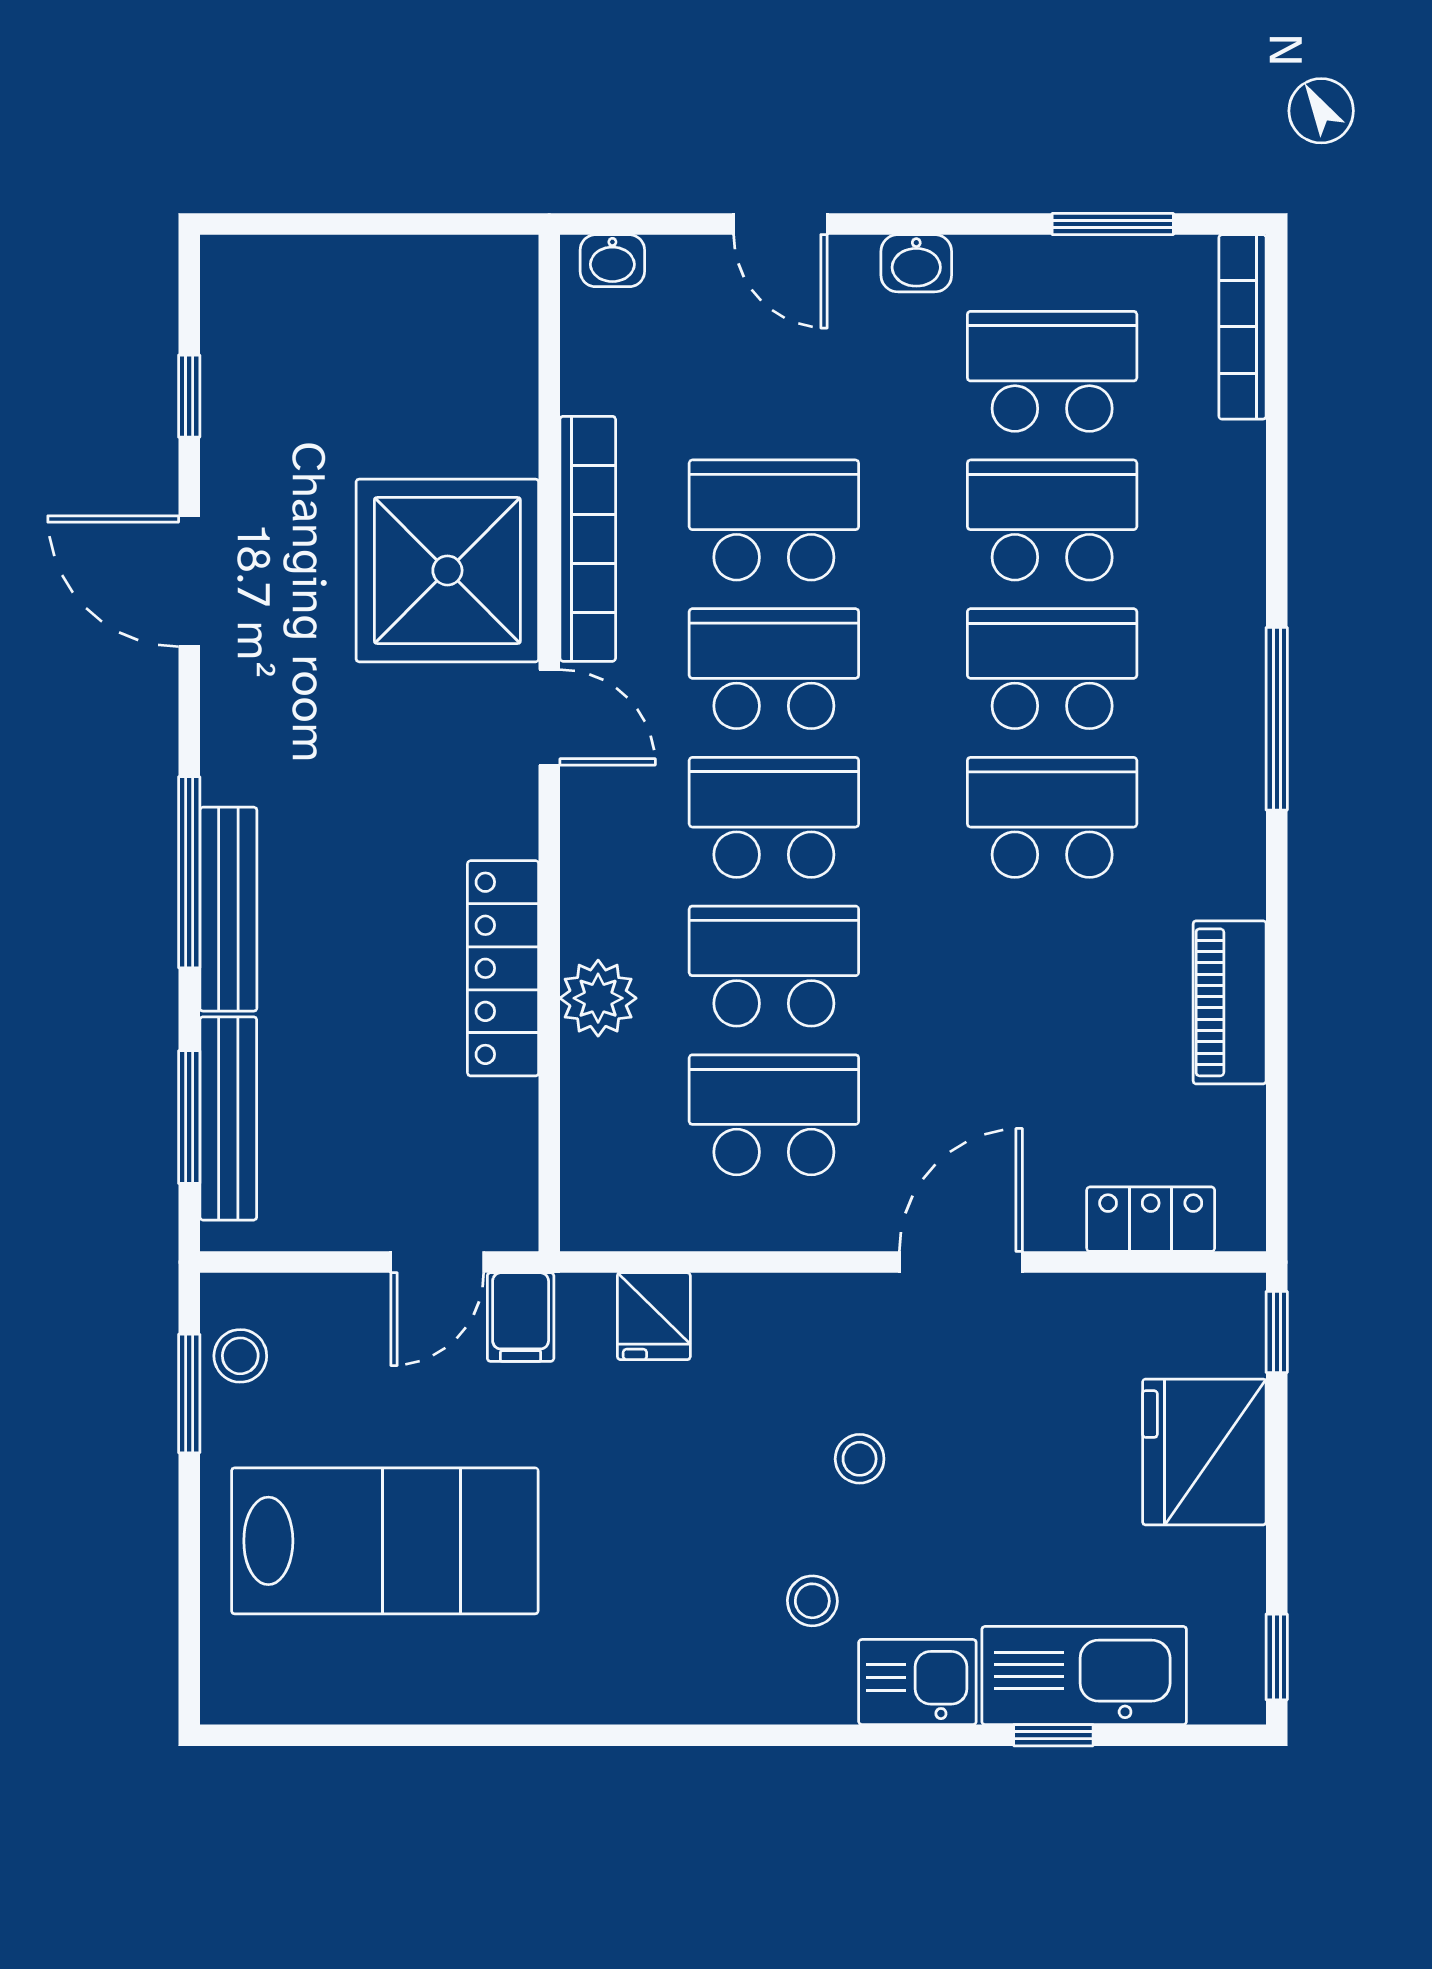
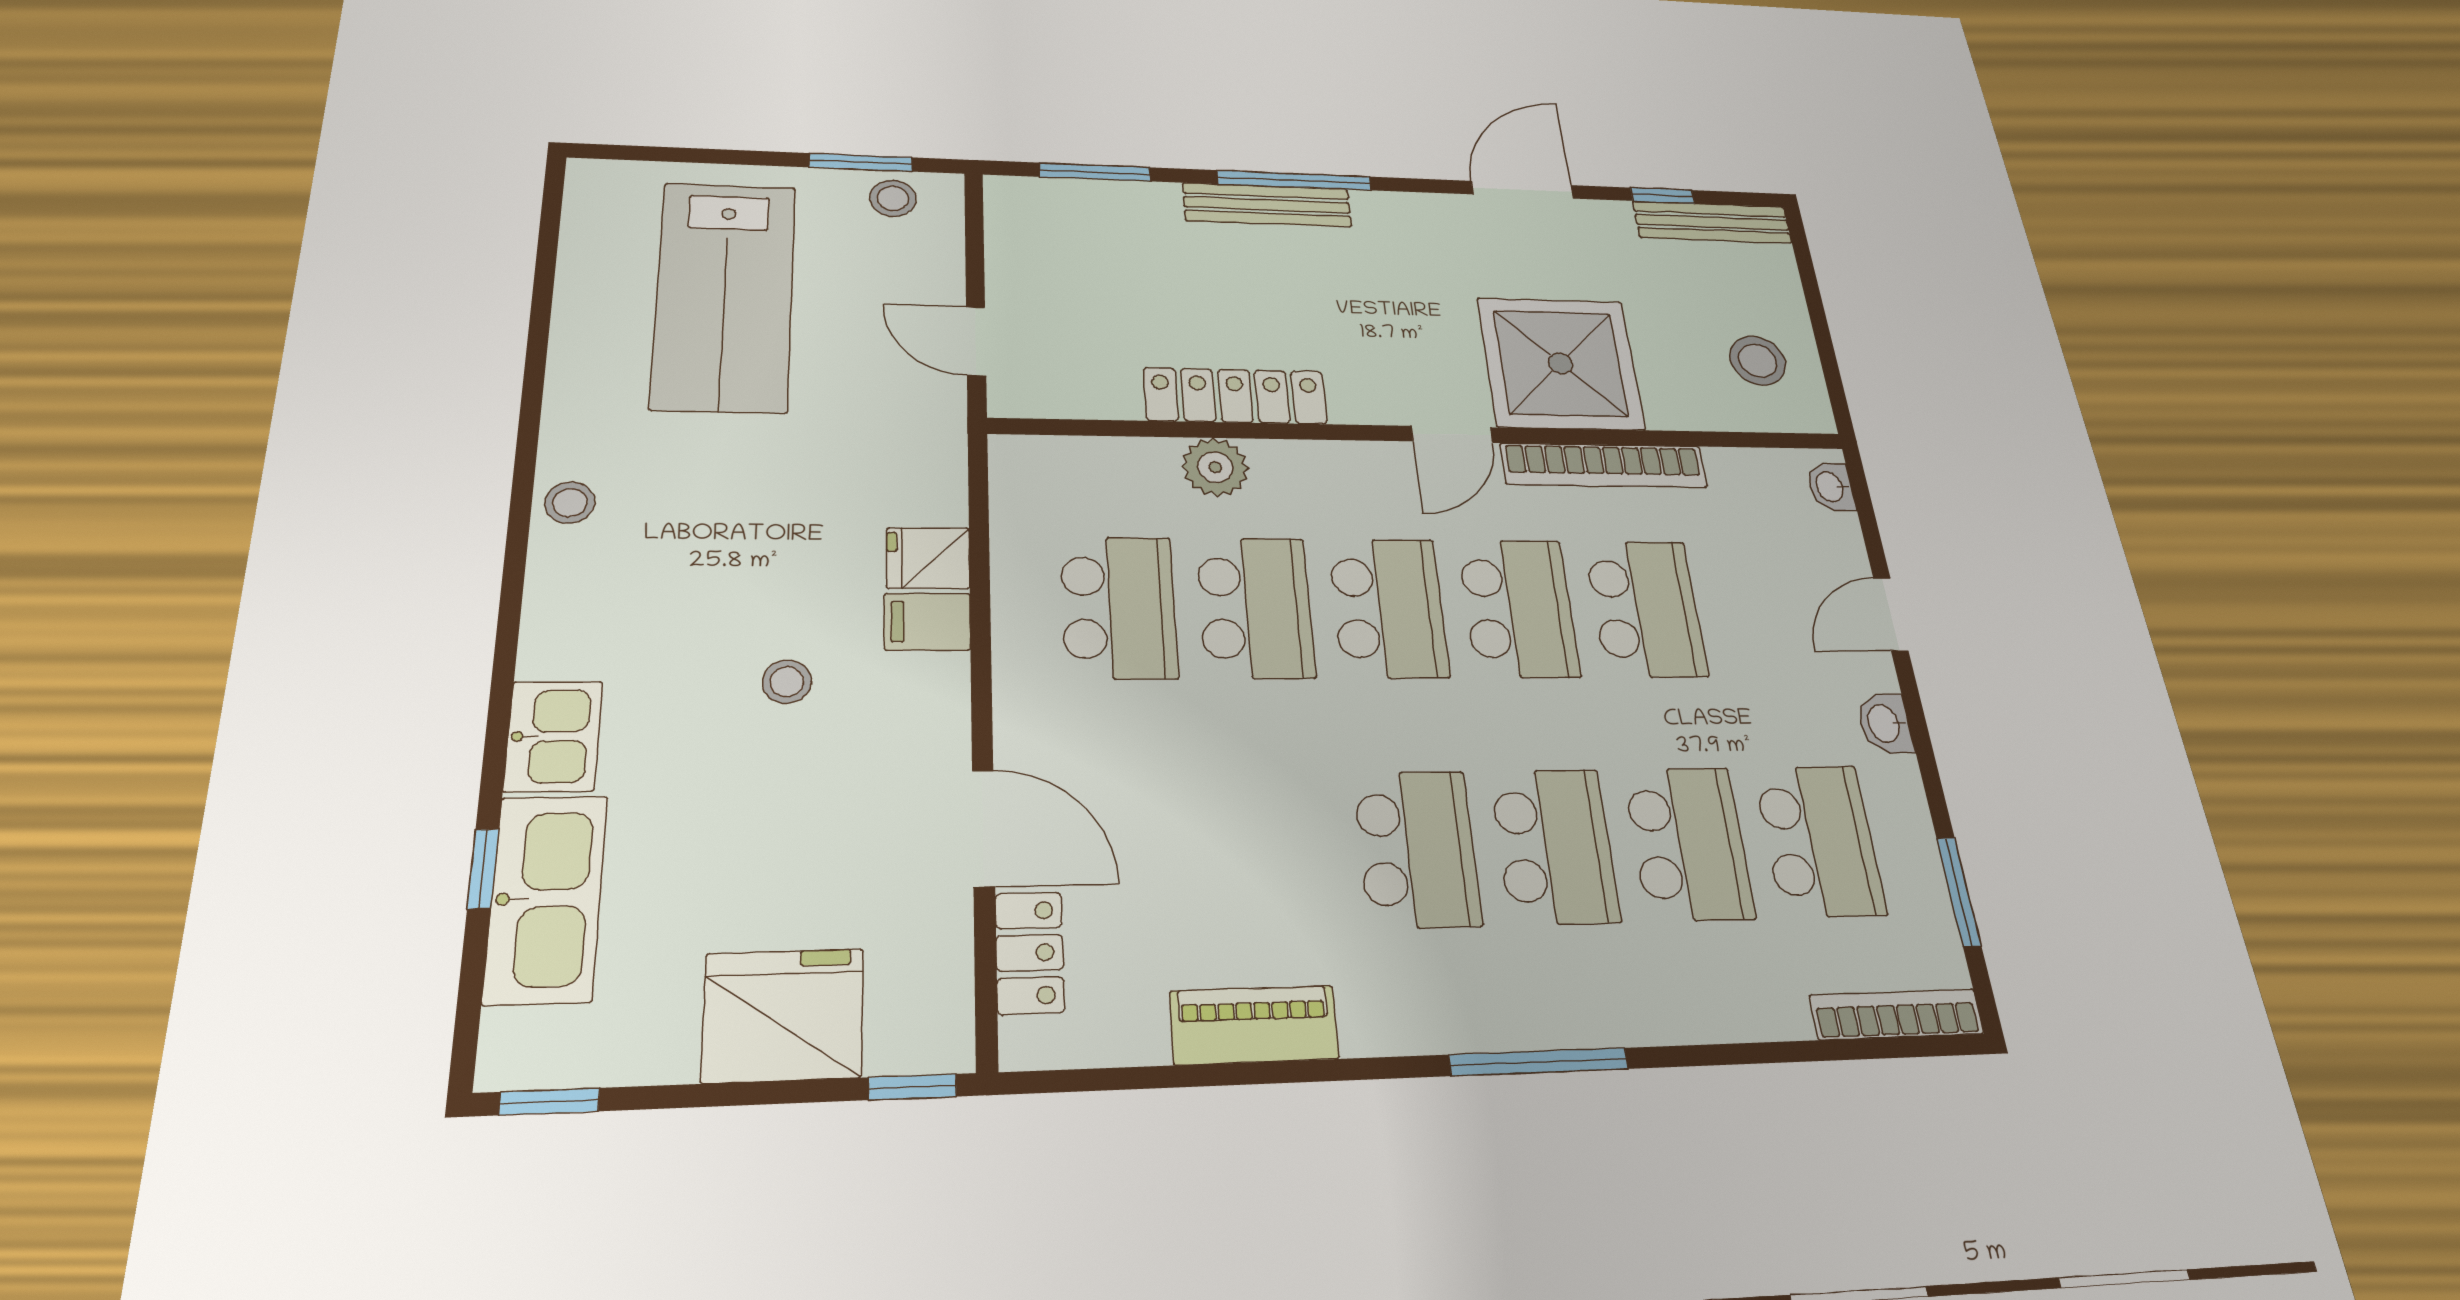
stool: (436, 318) -> (1758, 361), added
bench: (228, 1118) -> (1712, 222), moved
door: (961, 1262) -> (983, 828), moved
fridge: (654, 1316) -> (928, 558), moved
filing cabinet: (521, 1317) -> (927, 622), moved
stool: (812, 1601) -> (570, 503), moved

